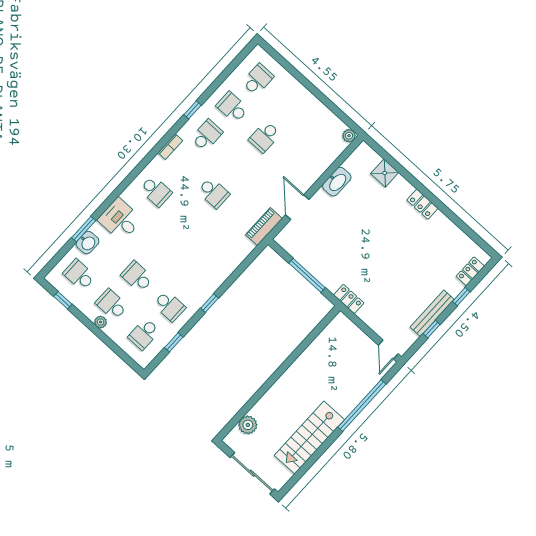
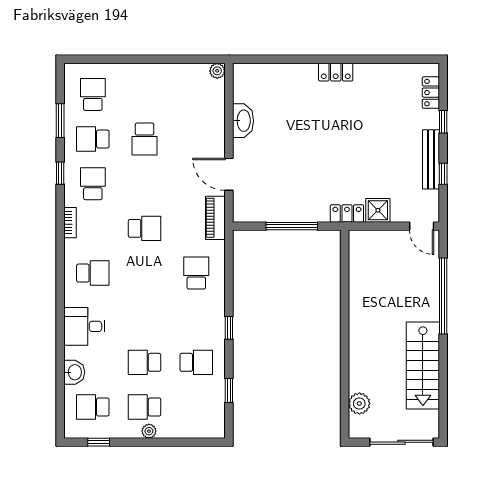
shower: (385, 173) -> (378, 210), moved
window: (84, 229) -> (60, 121), moved
school desk: (144, 334) -> (196, 273), moved, turned 180

